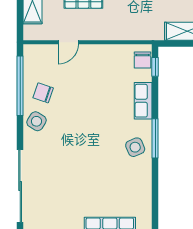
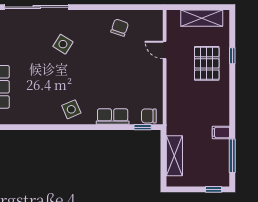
window: (20, 86) -> (126, 7), removed
side table: (36, 121) -> (63, 44), moved
window: (155, 138) -> (79, 127), removed

